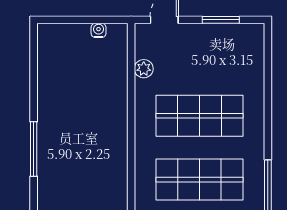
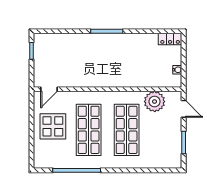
locker: (47, 43) -> (170, 39), added
plant: (144, 69) -> (155, 102), width x1.87, depth x1.87

